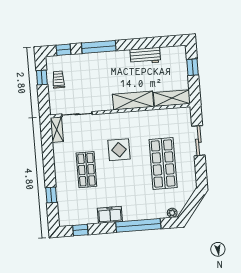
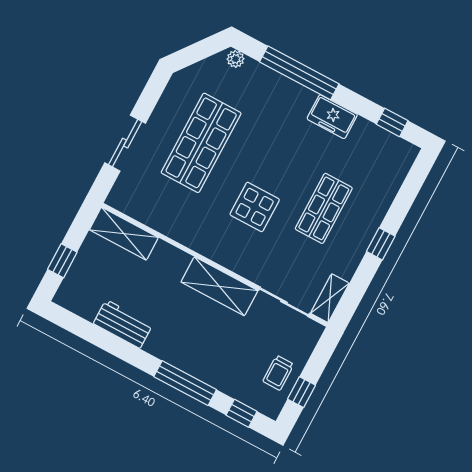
shelving: (133, 100) -> (219, 286), moved
window: (51, 195) -> (381, 244), moved

